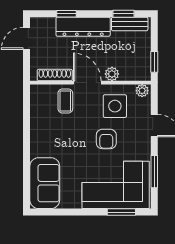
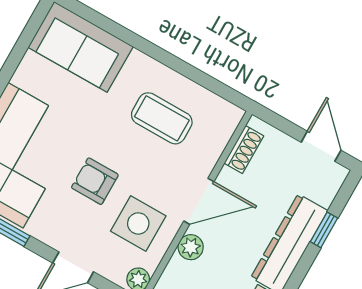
shoe rack: (55, 75) -> (244, 150), width x0.70
coffee table: (65, 101) -> (162, 118), moved, width x1.36, depth x1.30

